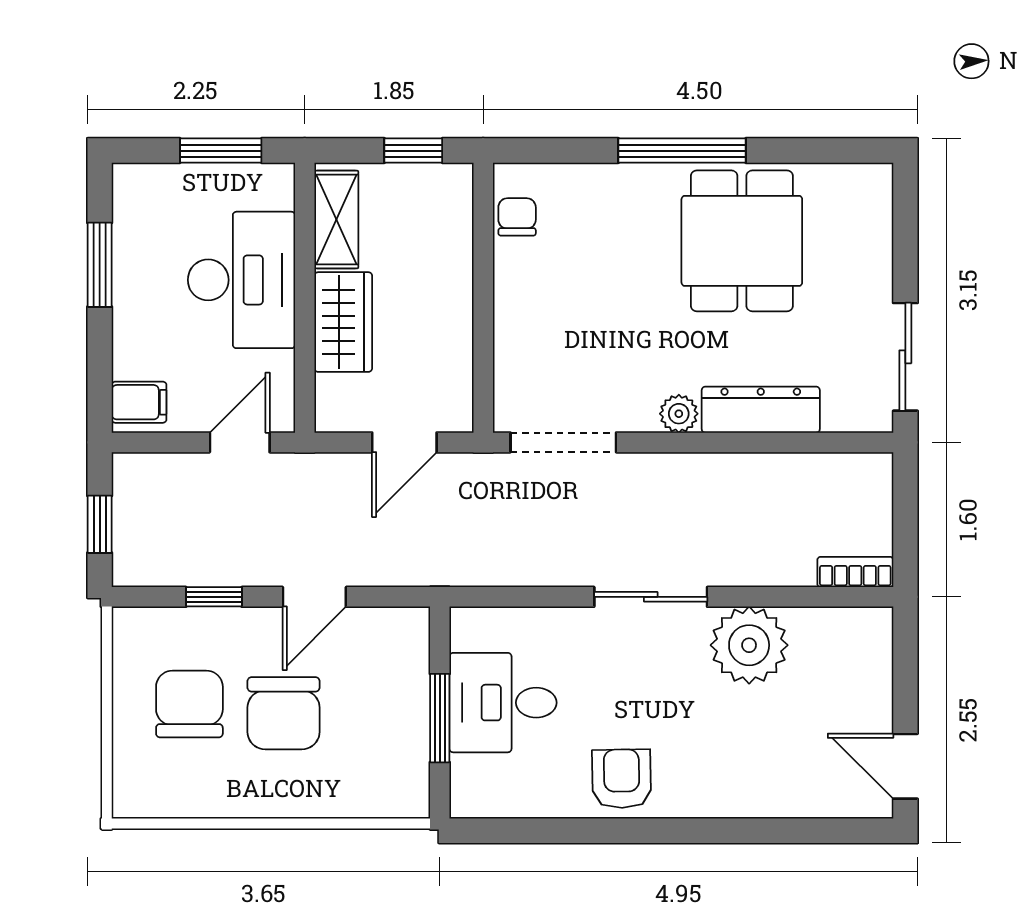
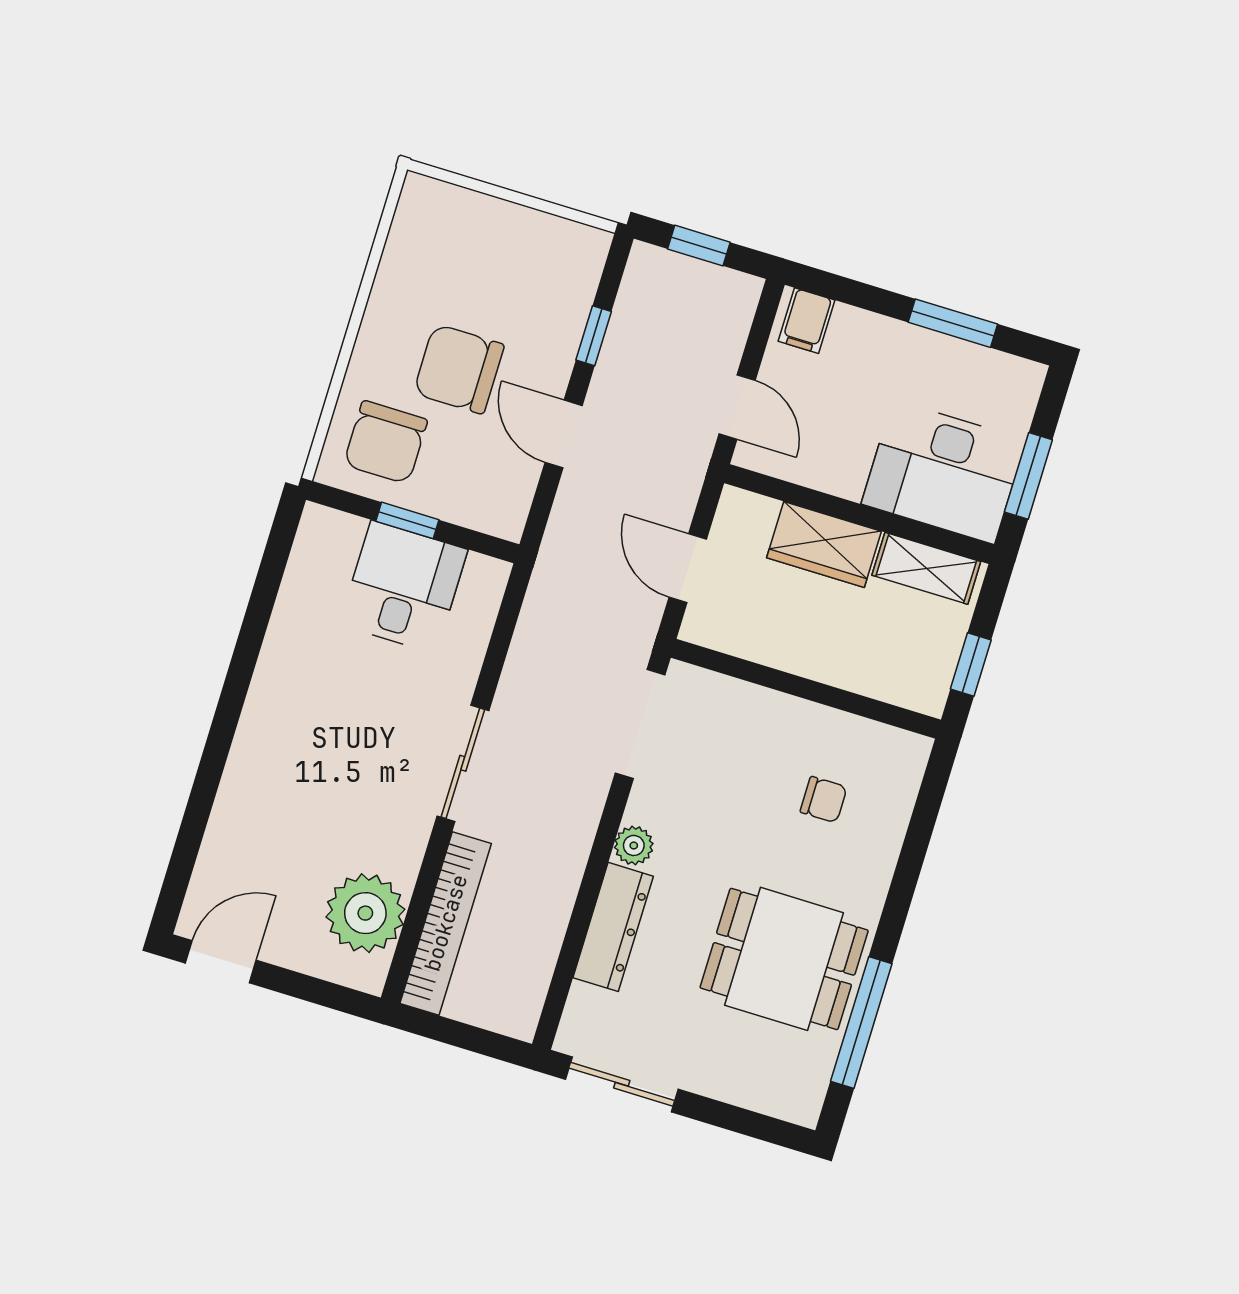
window: (682, 151) -> (861, 1022), moved
chair: (517, 217) -> (824, 800), moved
desk: (241, 280) -> (944, 472), moved
bookcase: (855, 572) -> (446, 923), width x2.31, depth x1.31
plant: (749, 645) -> (365, 913), moved
chair: (189, 704) -> (386, 442), moved, turned 90
window: (440, 718) -> (407, 520), width x0.67
armchair: (622, 779) -> (294, 680), removed

